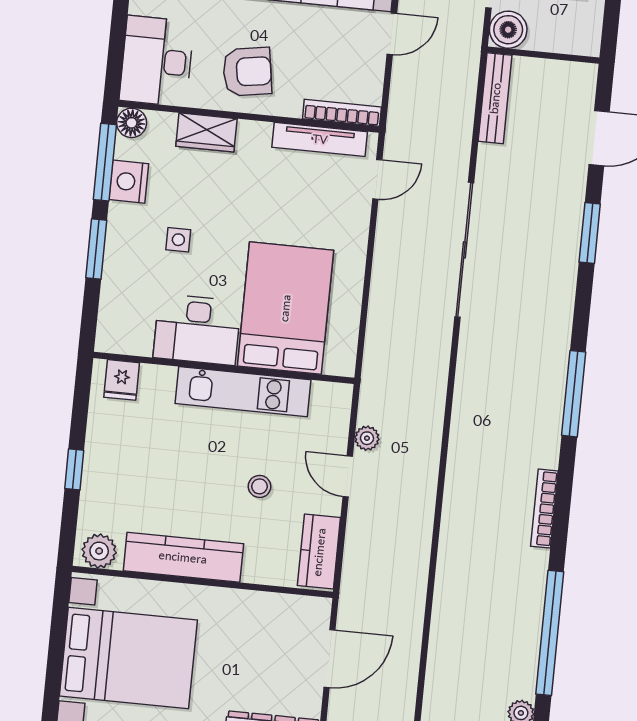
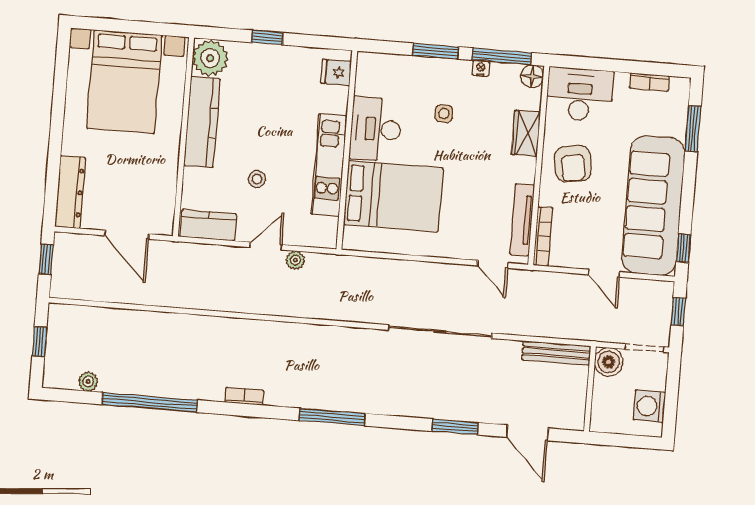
nightstand: (129, 182) -> (481, 68), width x0.53, depth x0.56
bookcase: (544, 509) -> (244, 396), width x0.64
plant: (99, 551) -> (210, 58), width x1.36, depth x1.36

